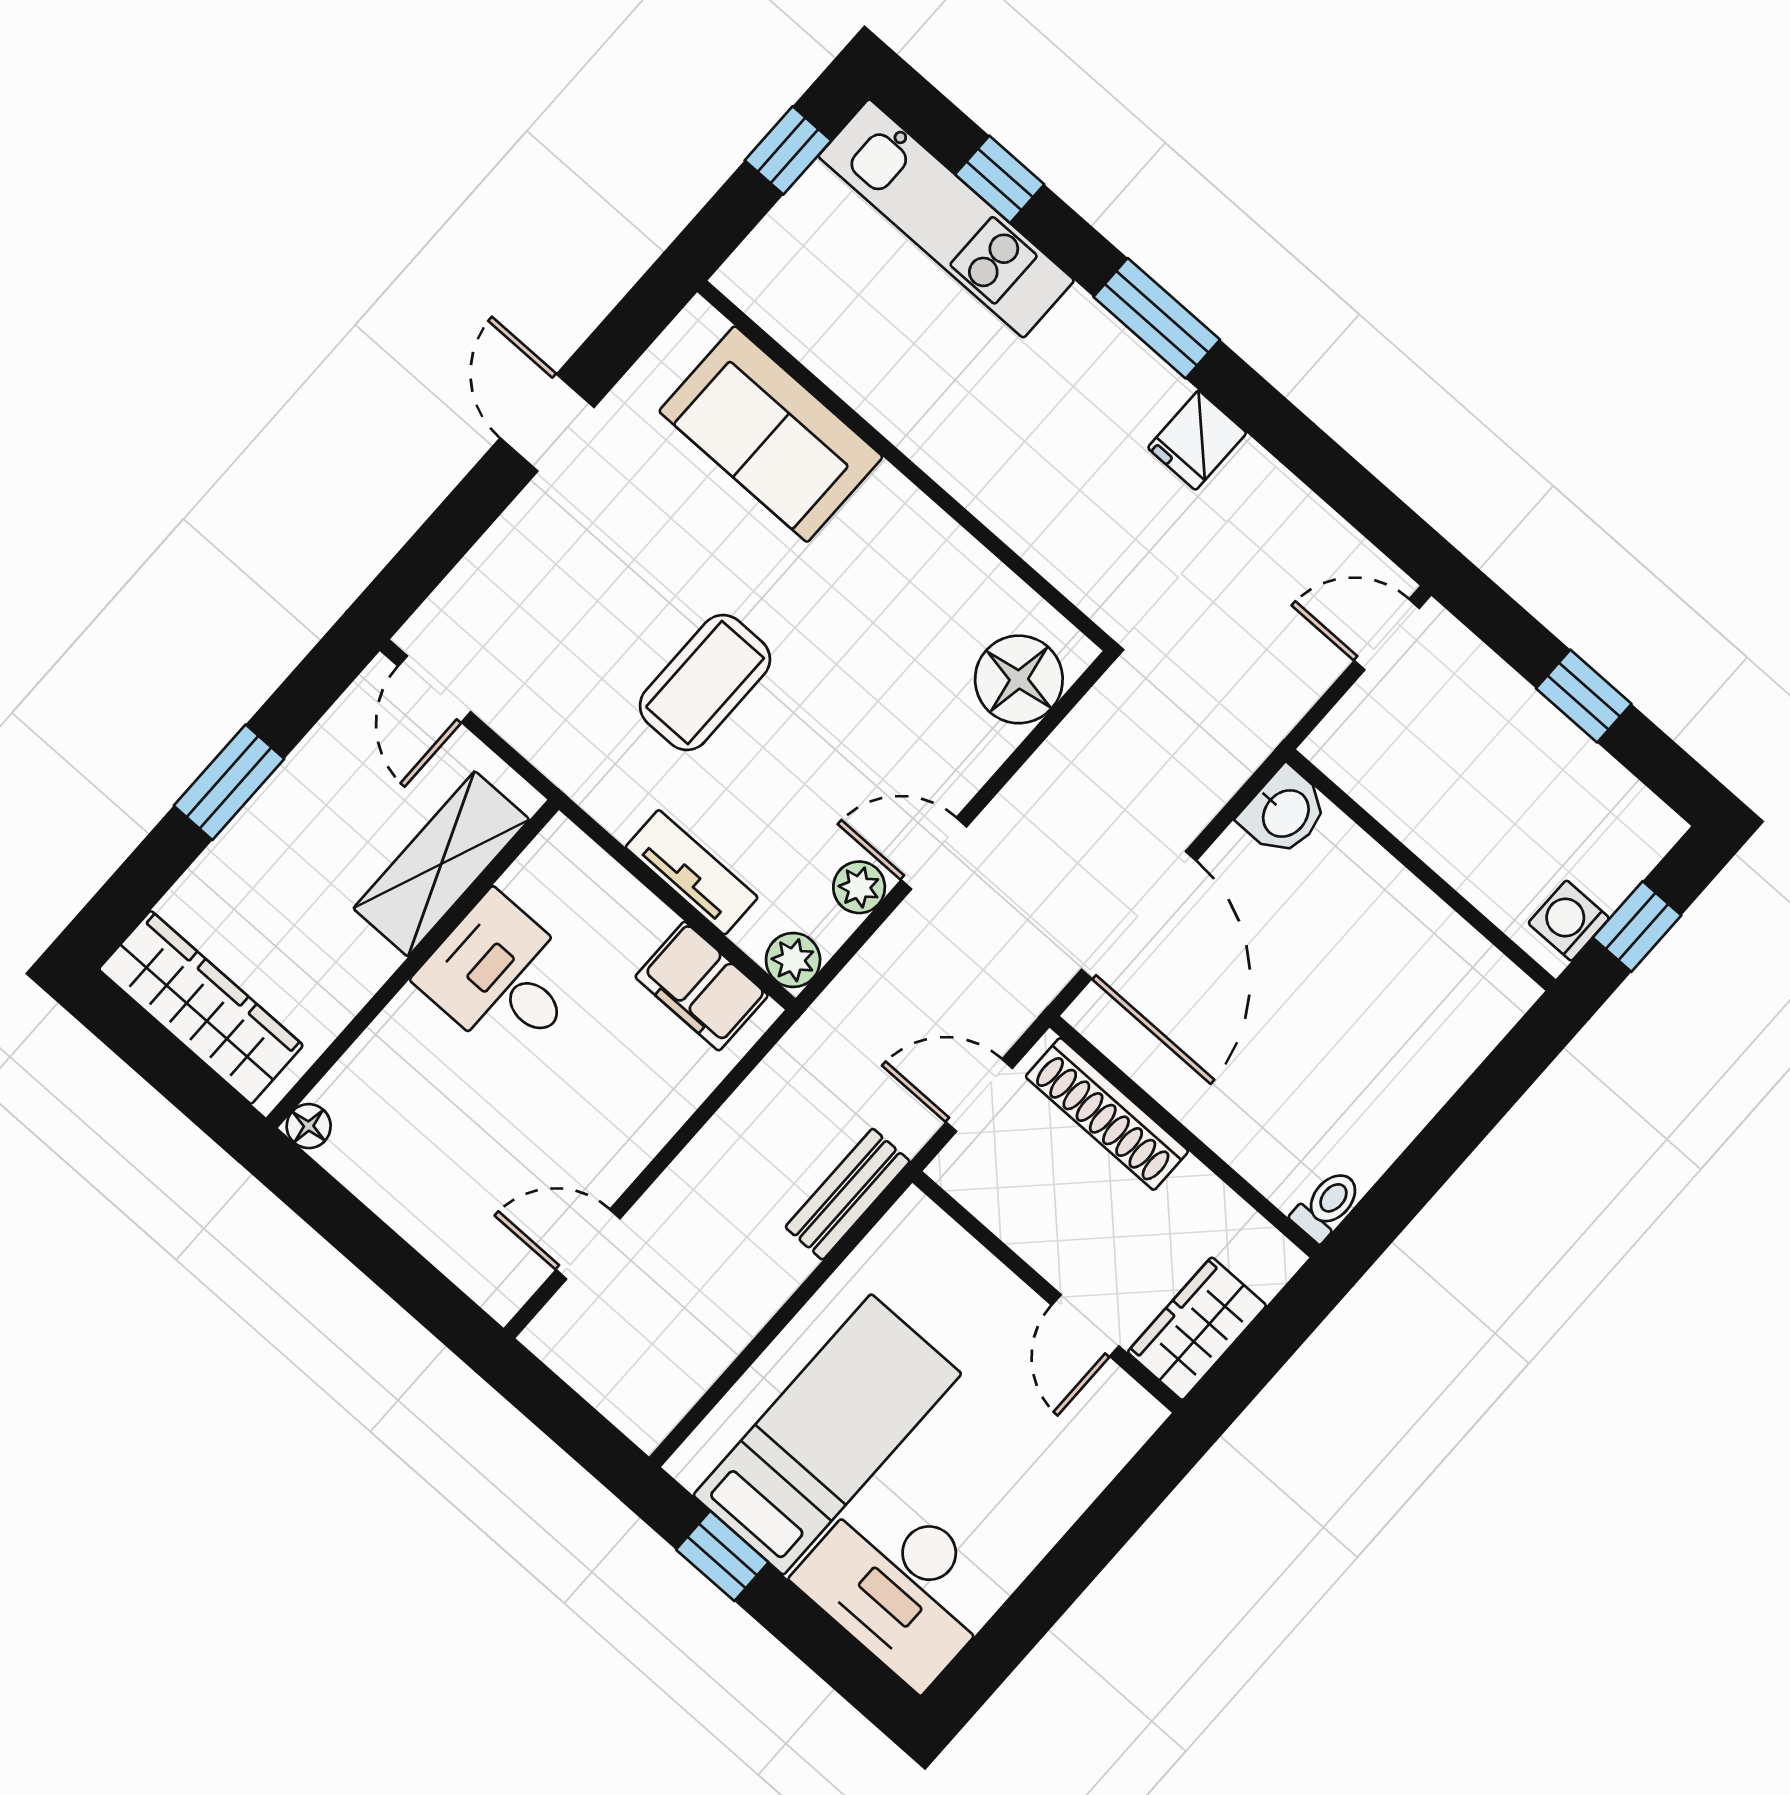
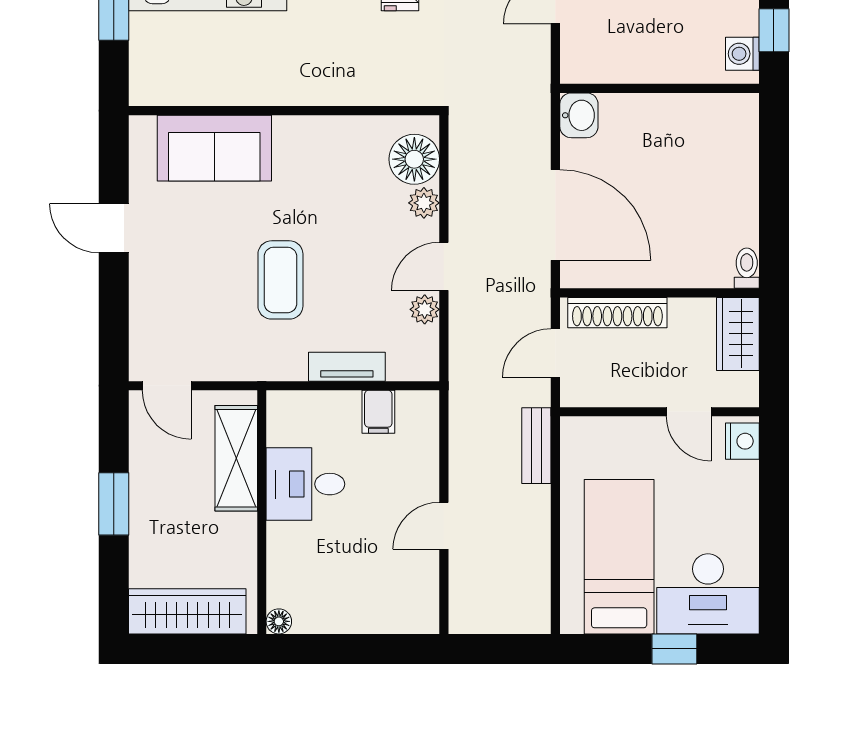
plant: (793, 960) -> (424, 203), moved
filing cabinet: (702, 986) -> (378, 412), width x0.50
door: (588, 1244) -> (444, 526), moved
wardrobe: (1197, 1329) -> (738, 334), moved
nightstand: (1121, 1426) -> (742, 441), added
window: (722, 1556) -> (674, 649), moved

